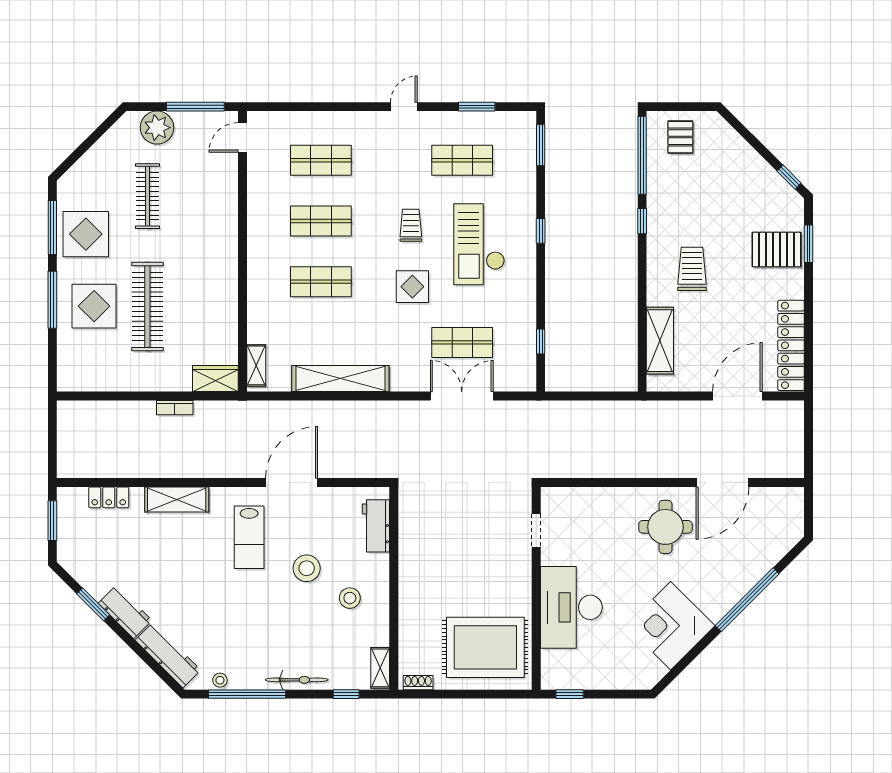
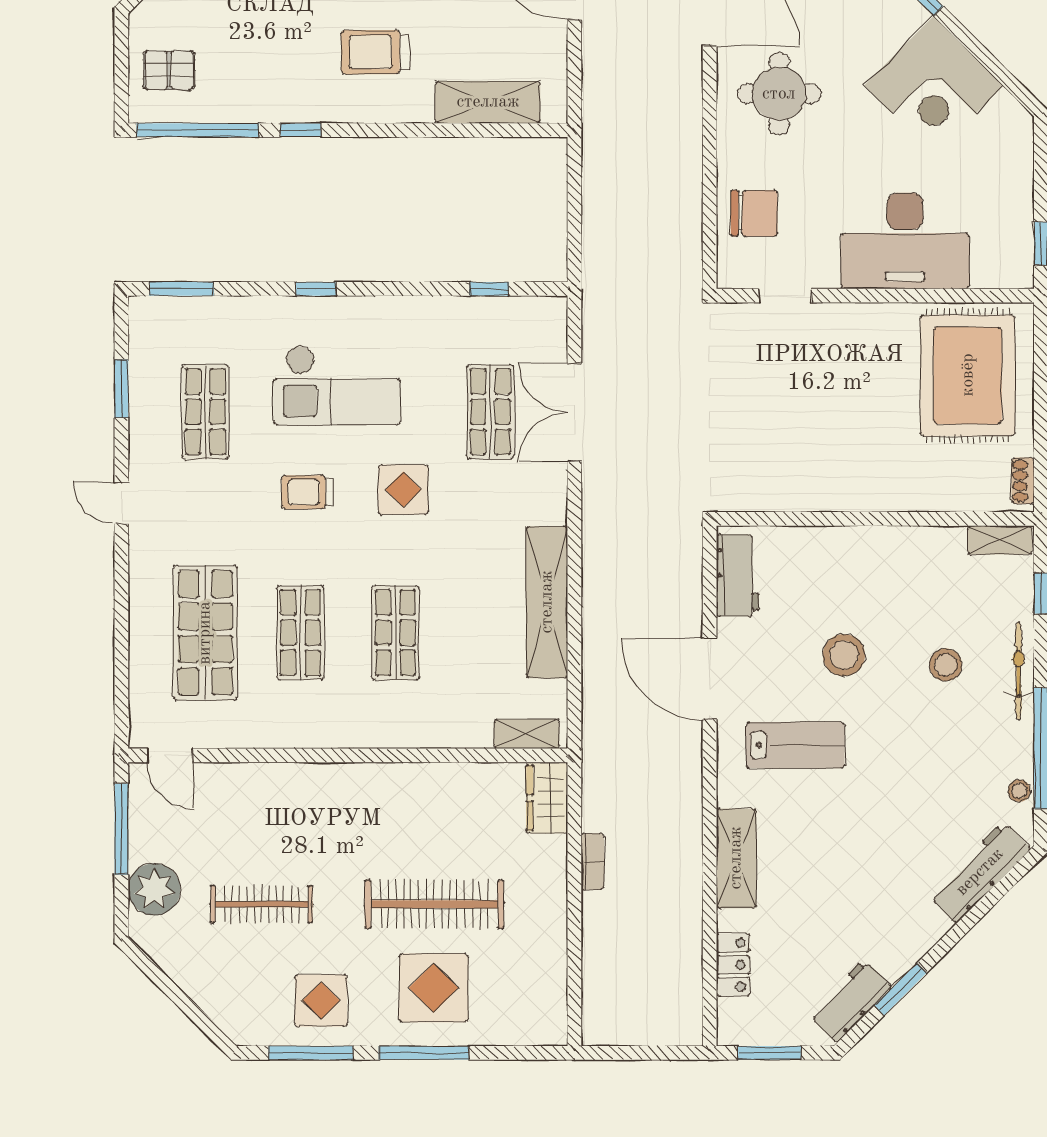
shop shelf: (321, 160) -> (205, 633), width x1.43, depth x1.36
display table: (86, 234) -> (321, 1001), width x0.73, depth x0.73
chair: (589, 511) -> (754, 213), added
workbench: (376, 526) -> (738, 575), moved, turned -90
stool: (350, 598) -> (946, 665), moved
workbench: (125, 612) -> (850, 1001), moved

